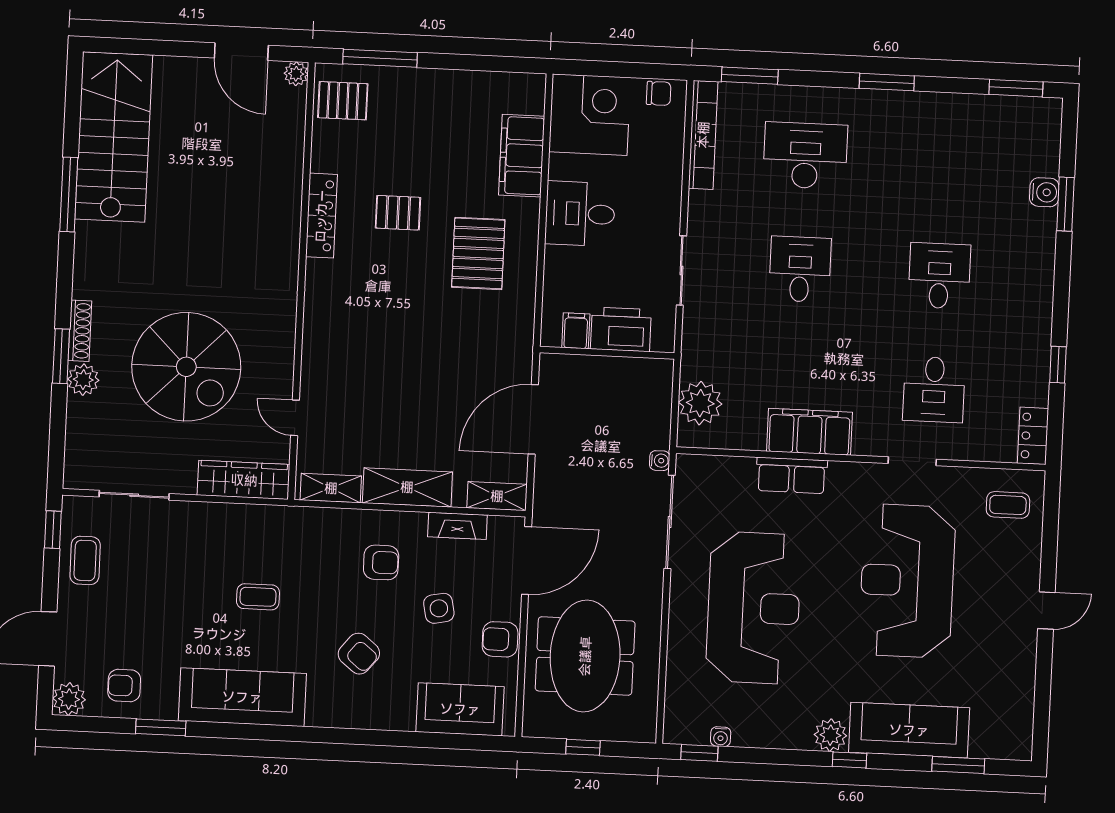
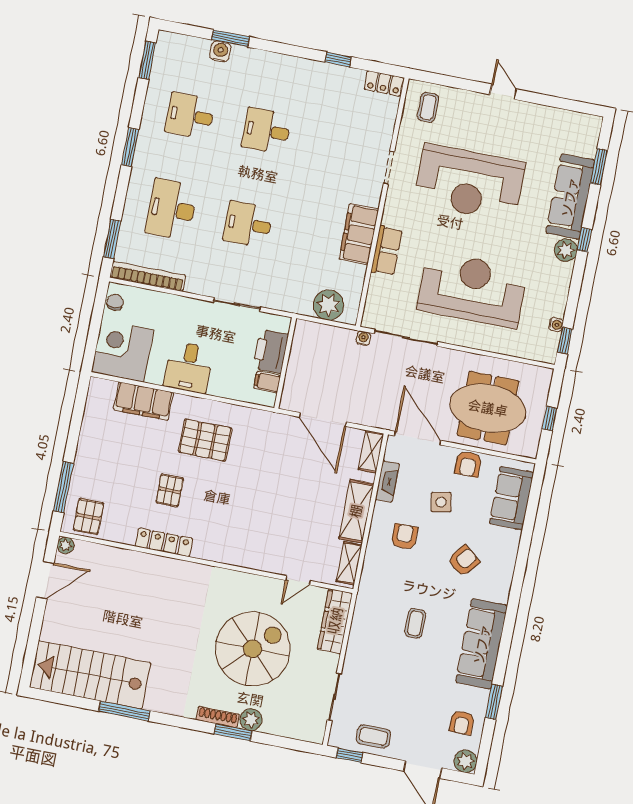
desk: (934, 389) -> (190, 116), moved, turned 180

